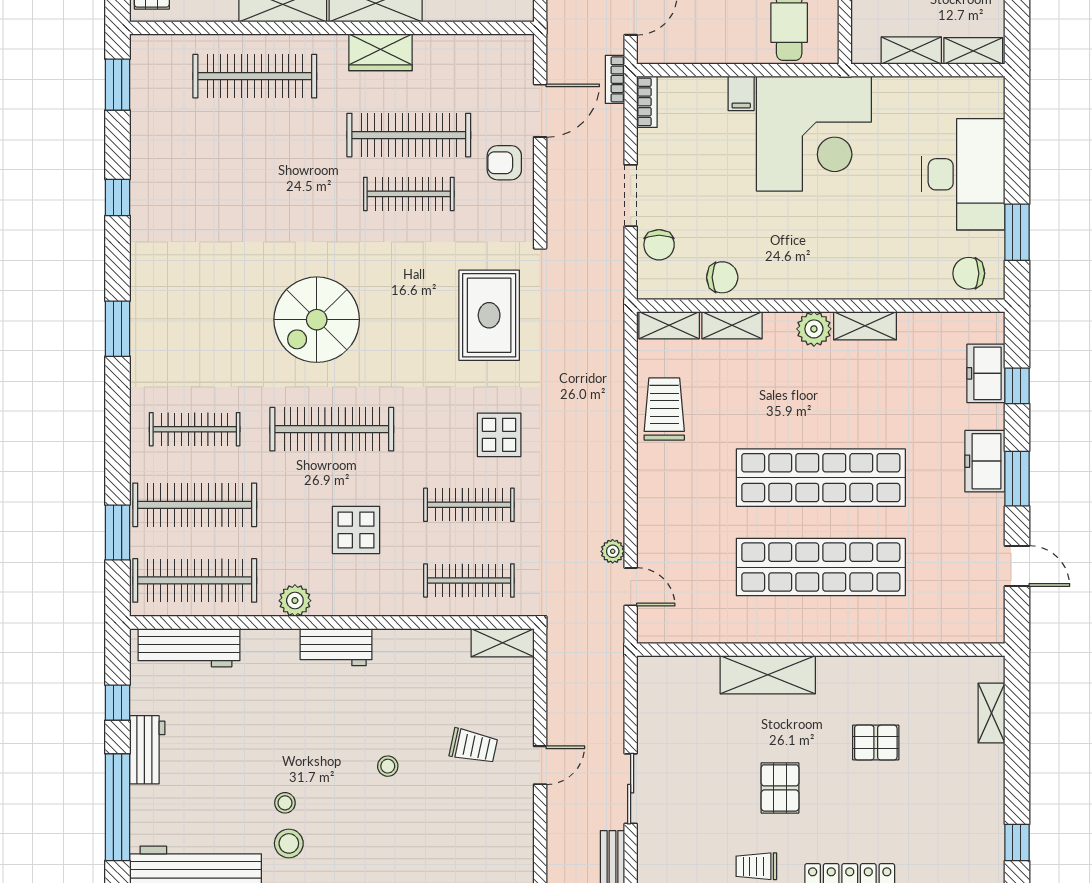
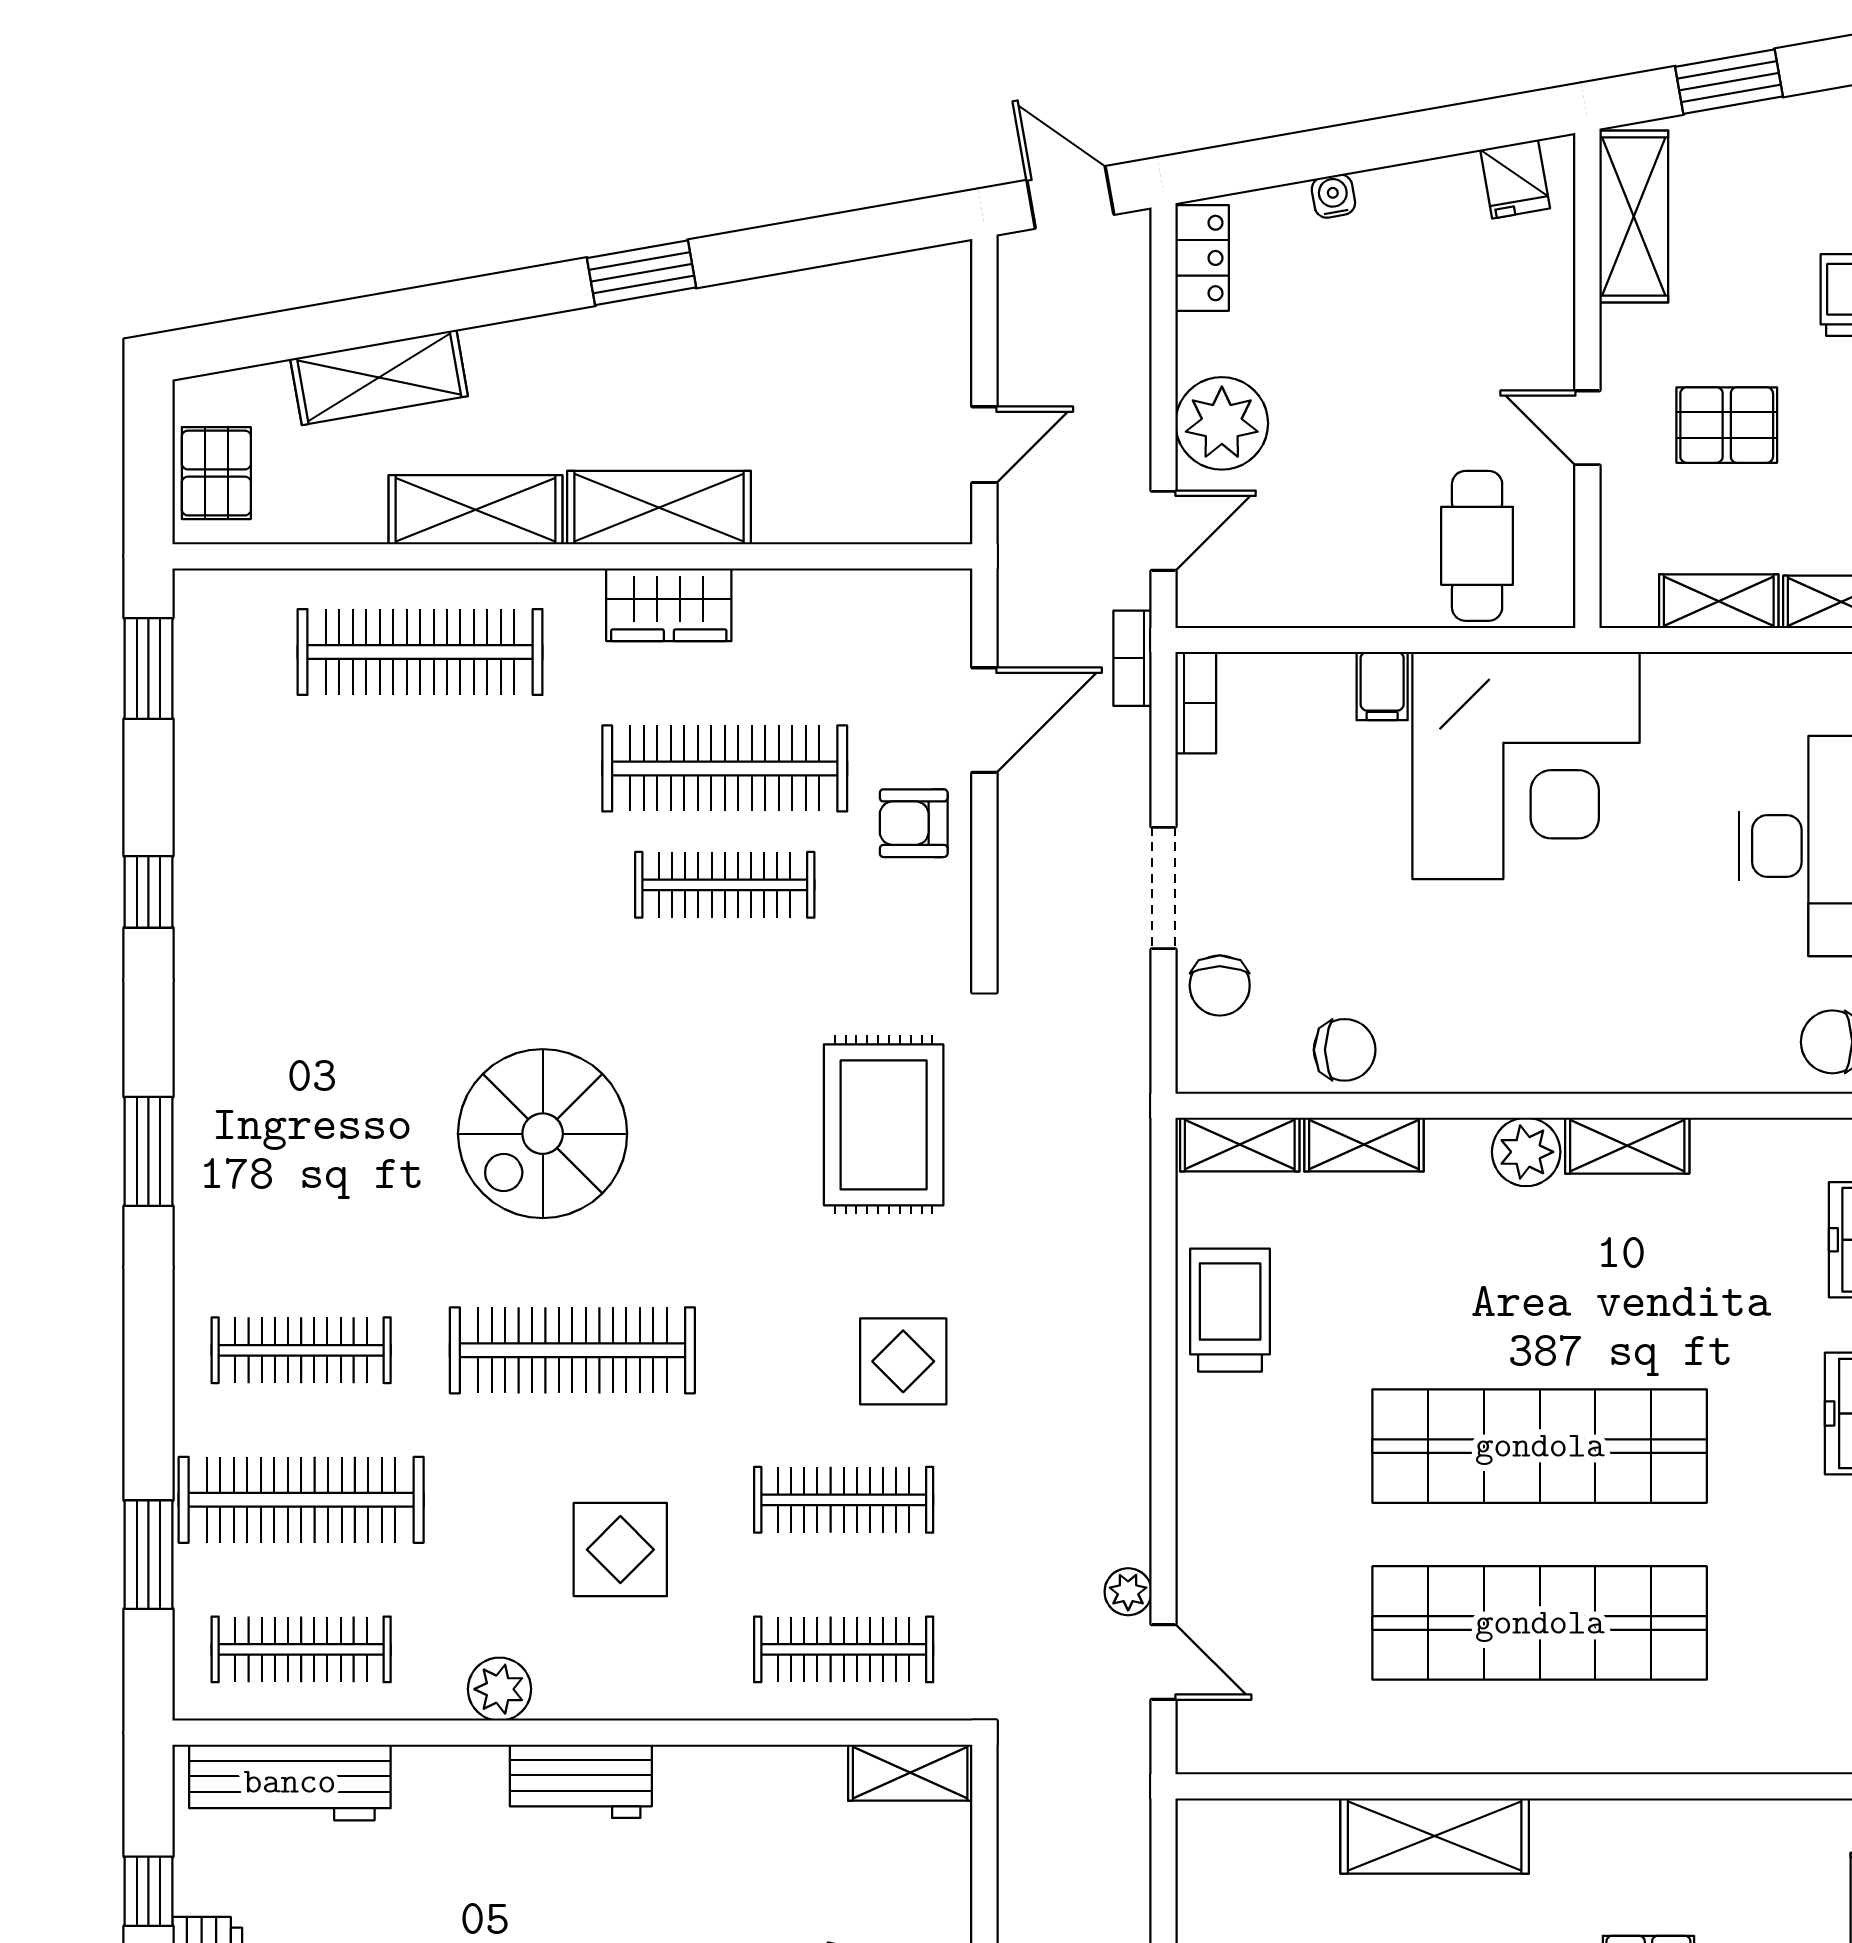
clothes rail: (195, 580) -> (301, 1649), width x0.73, depth x0.76

